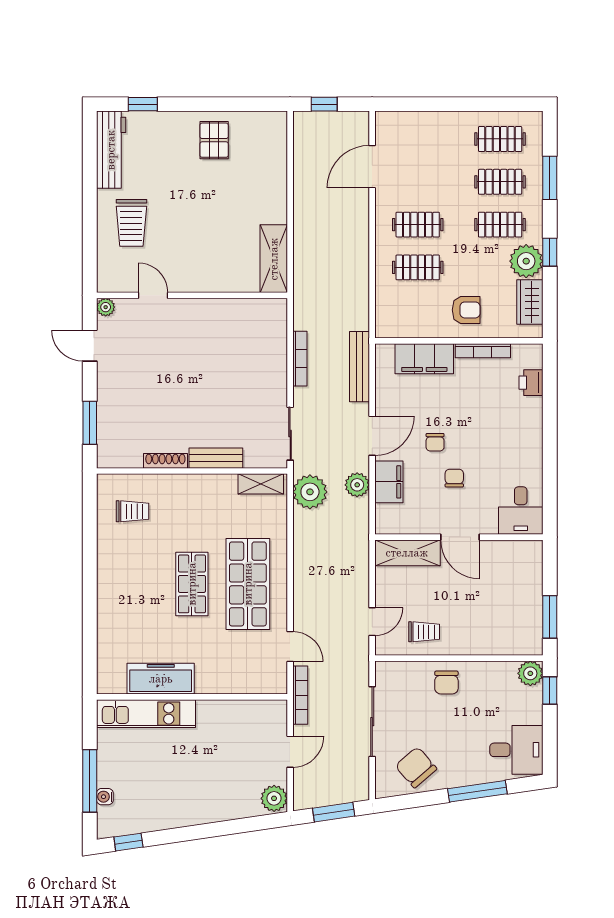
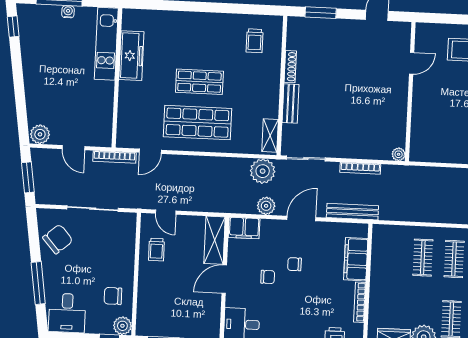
shelving: (274, 259) -> (434, 153), removed
plant: (106, 307) -> (399, 154), moved
armchair: (466, 310) -> (390, 291), removed
door: (372, 436) -> (301, 218), swing flipped
filing cabinet: (389, 482) -> (244, 228), moved
chair: (446, 683) -> (113, 296), moved
water cooler: (105, 797) -> (68, 12), moved

